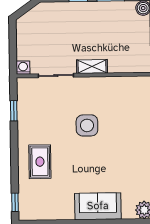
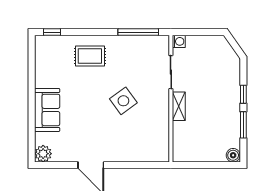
window: (14, 111) -> (138, 32), width x2.17
side table: (87, 125) -> (123, 101), turned -36

